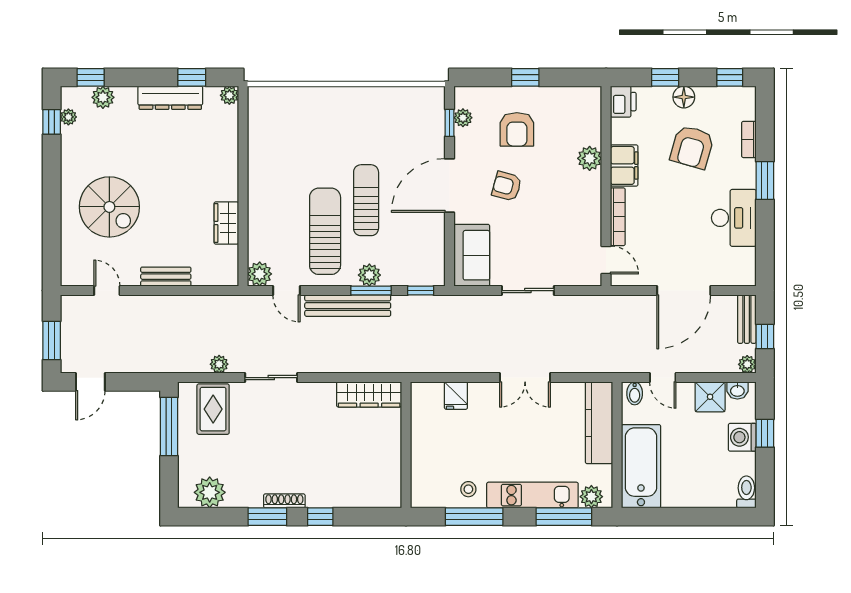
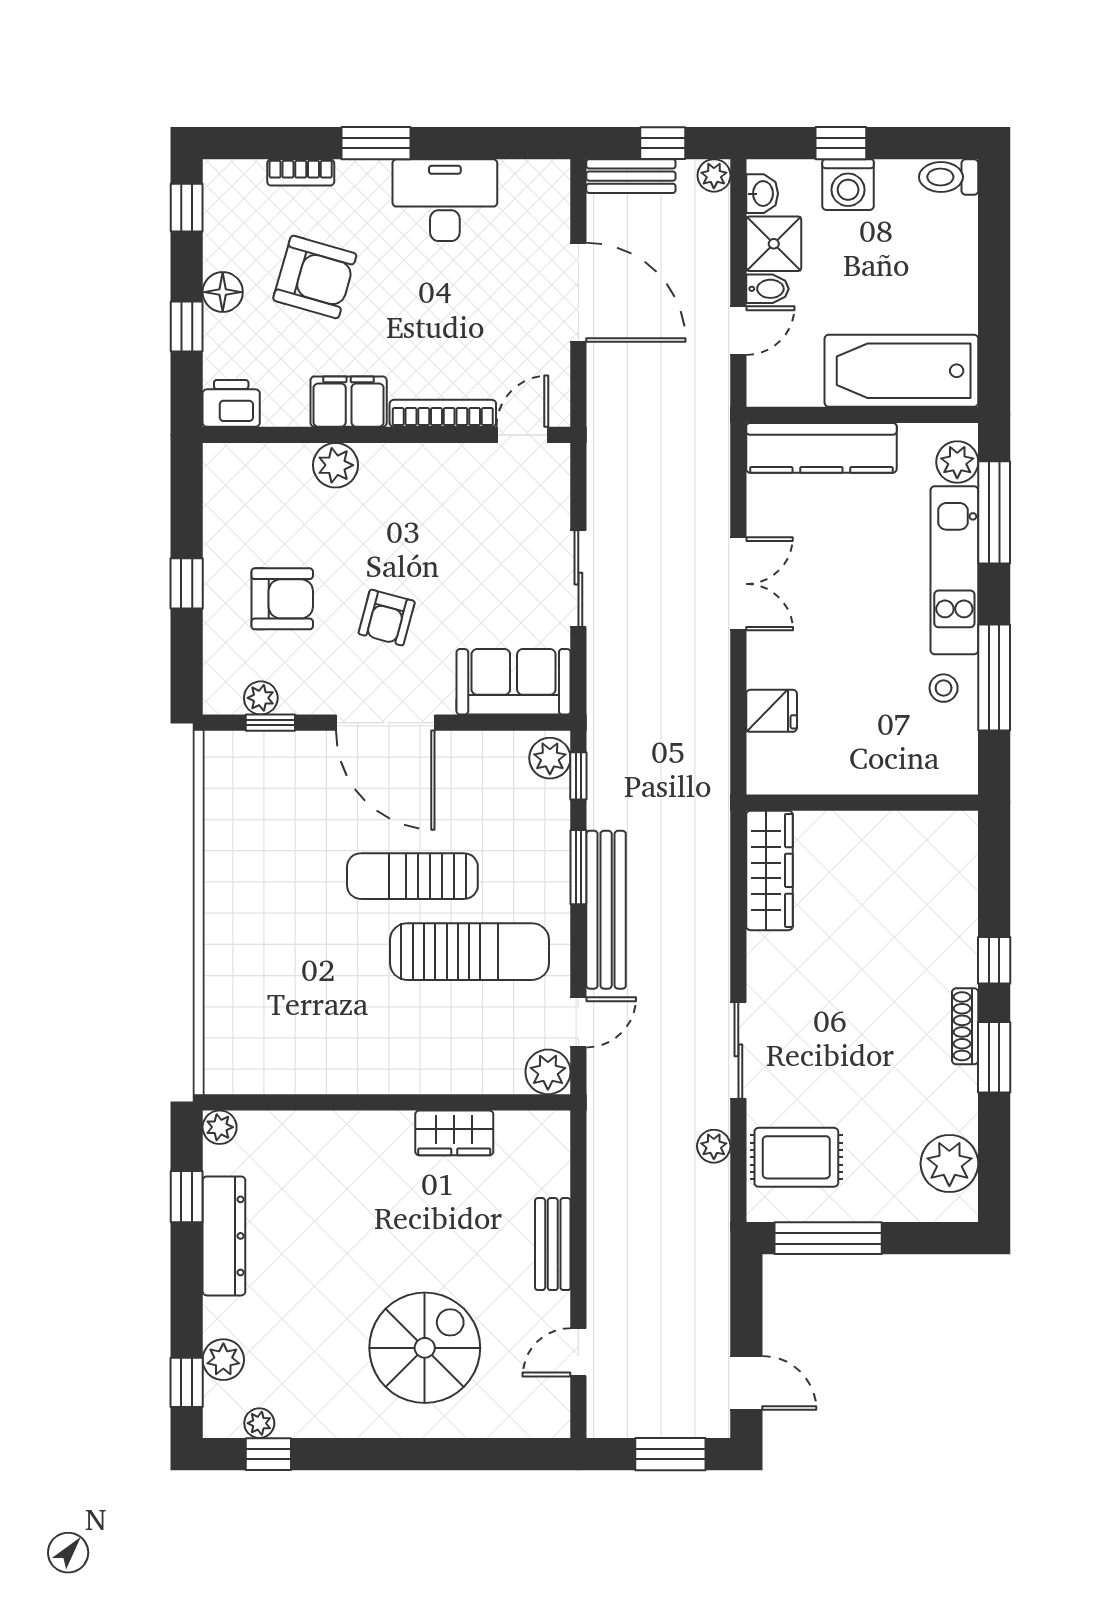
sun lounger: (325, 231) -> (470, 952), turned 180
plant: (369, 275) -> (550, 758), moved
bidet: (635, 393) -> (767, 289), moved

